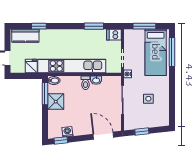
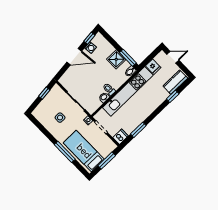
window: (172, 52) -> (65, 152), moved
door: (103, 136) -> (74, 57), moved

